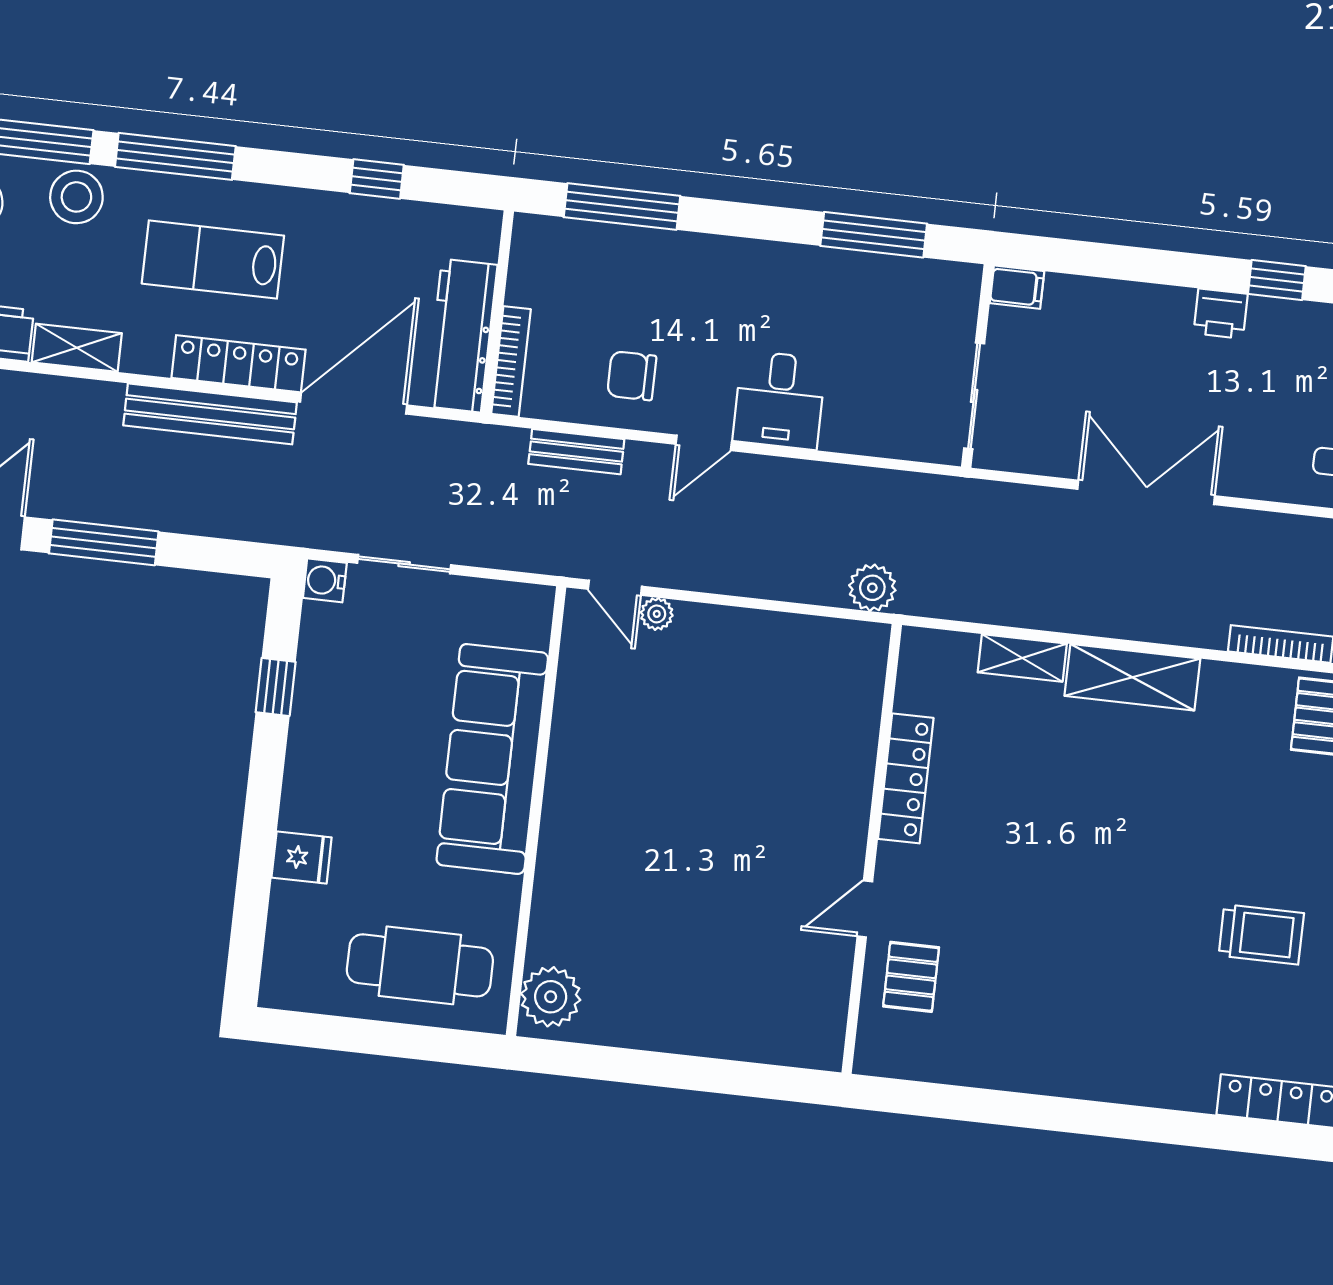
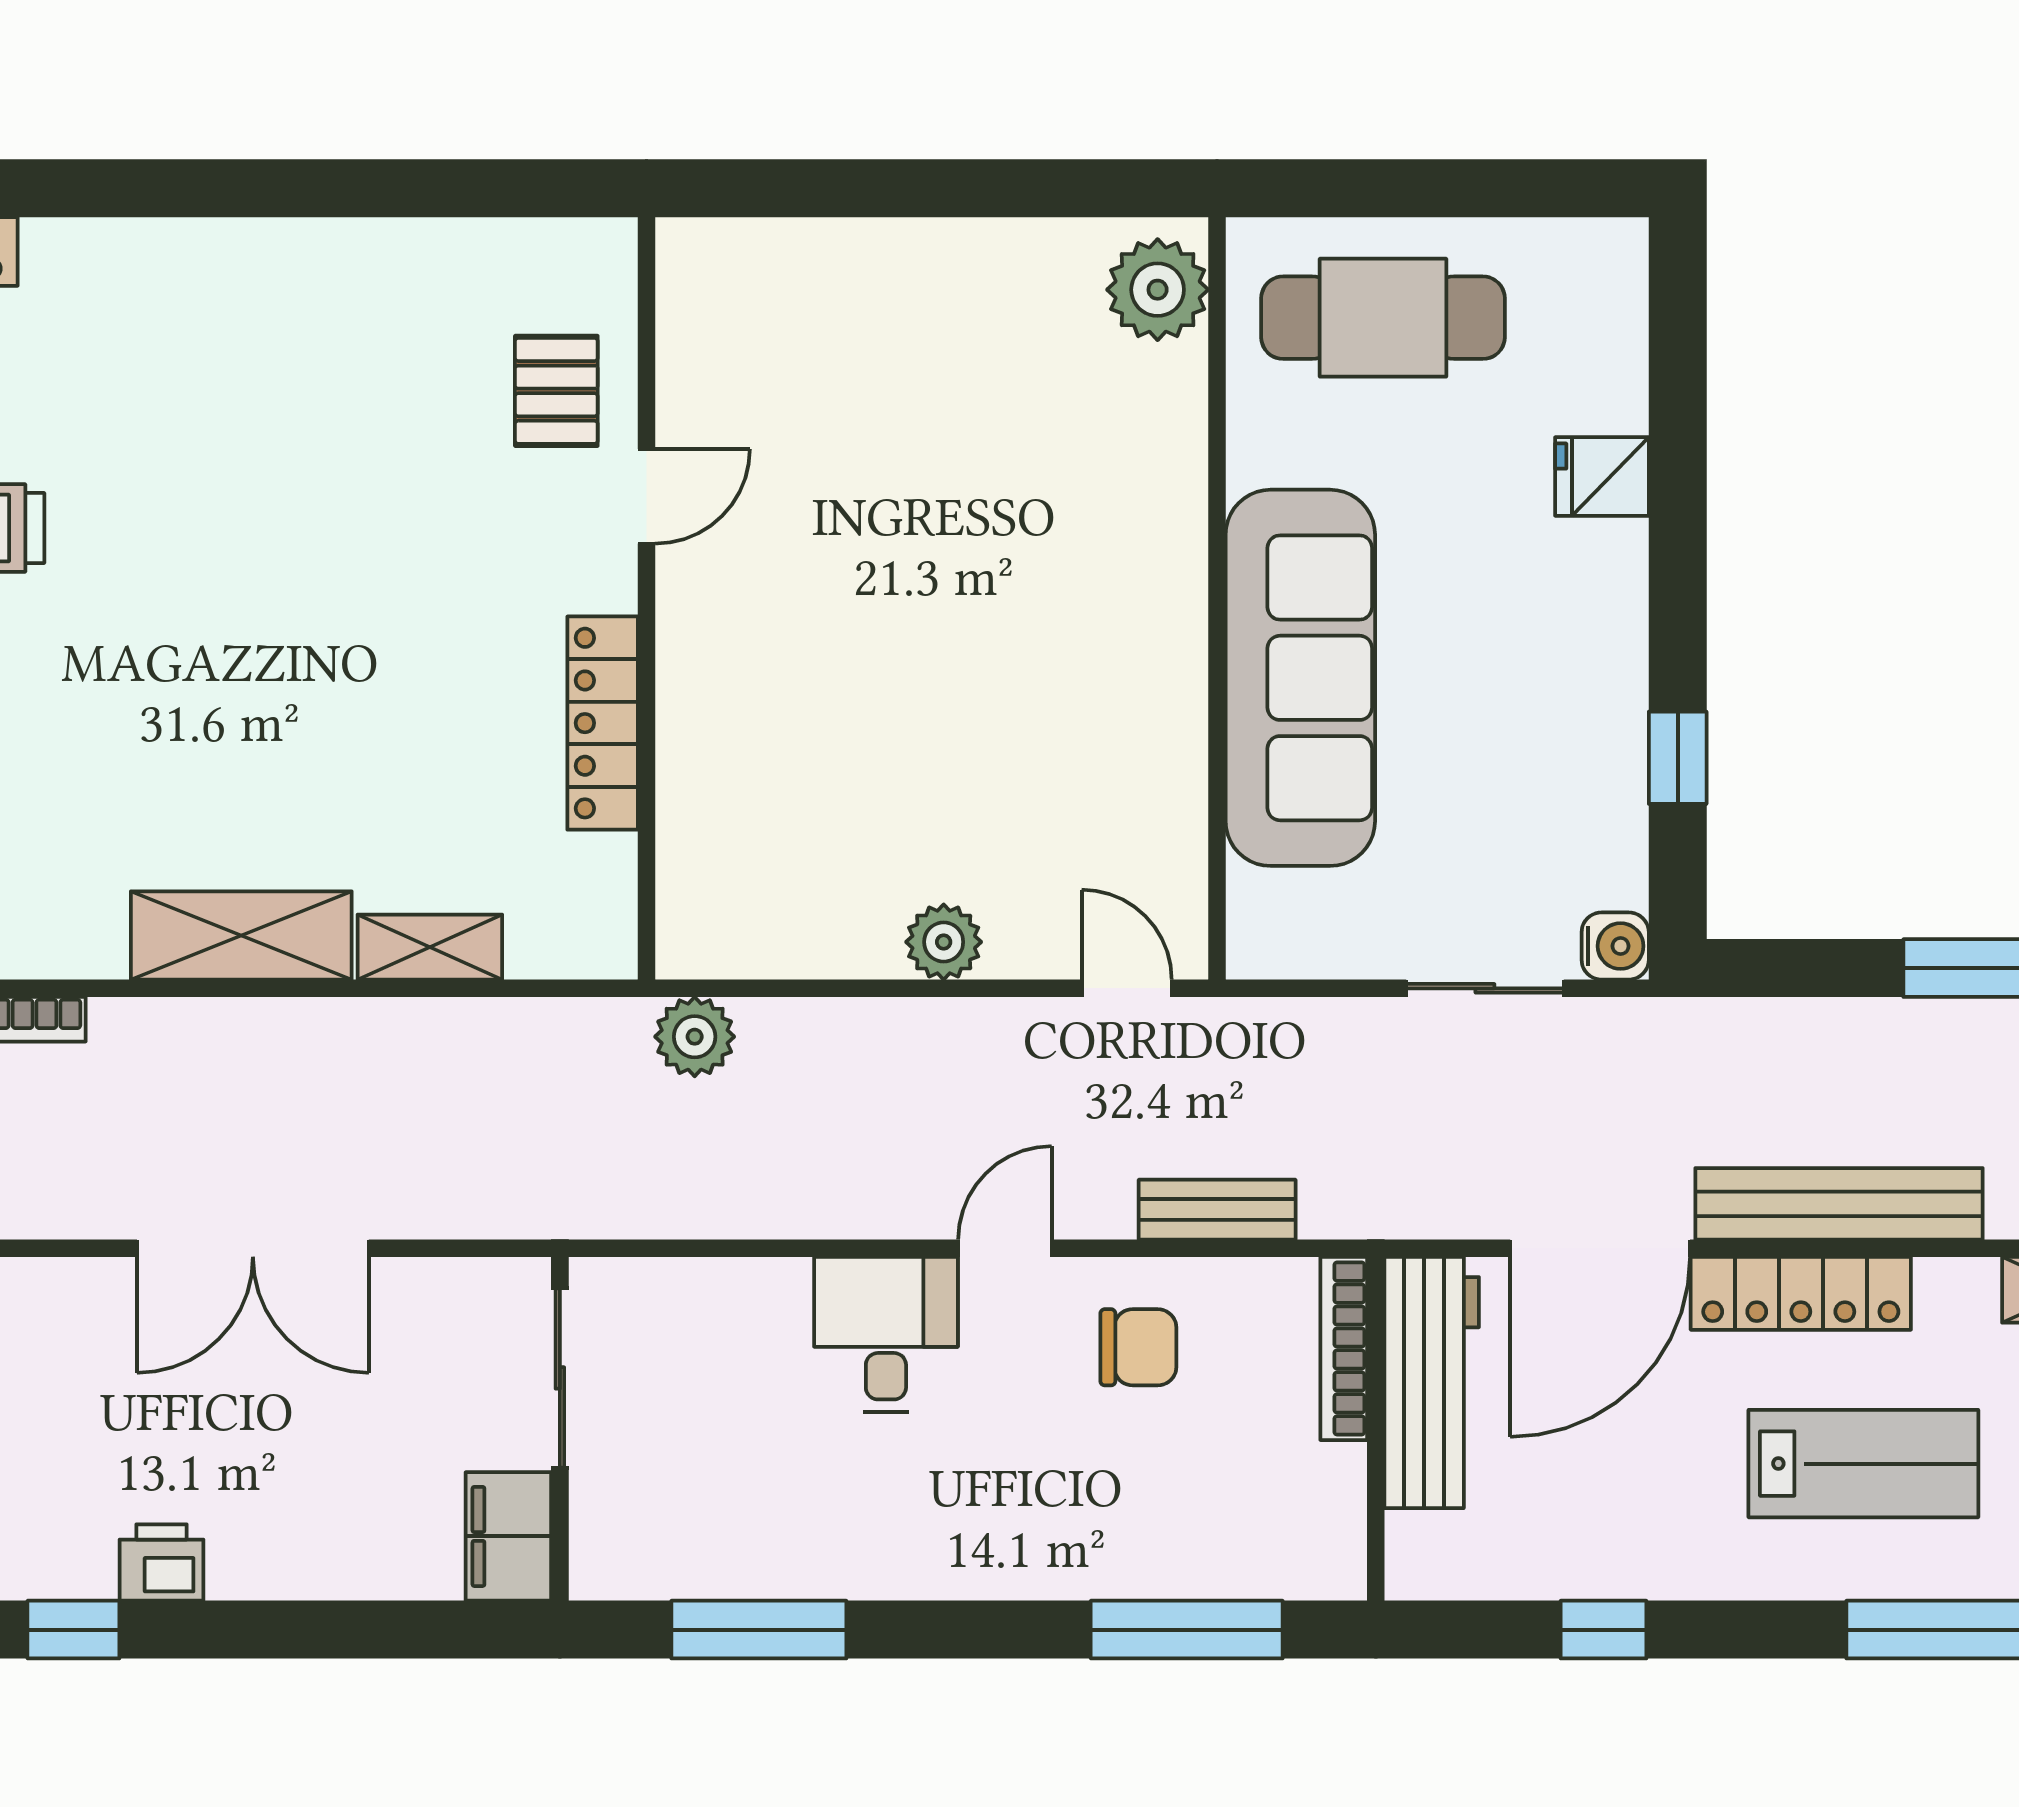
filing cabinet: (1017, 287) -> (508, 1536), width x2.00
plant: (657, 614) -> (944, 942), moved, width x1.38, depth x1.38

